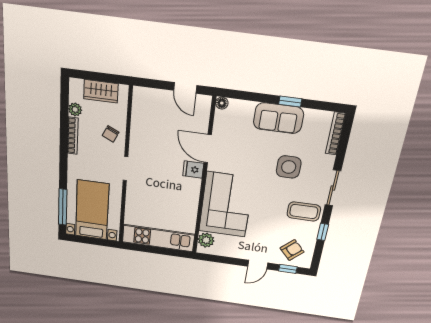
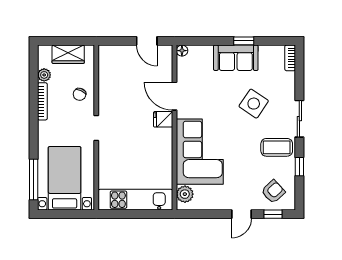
bookcase: (335, 134) -> (290, 58), width x0.64
side table: (289, 167) -> (254, 104), turned 34

